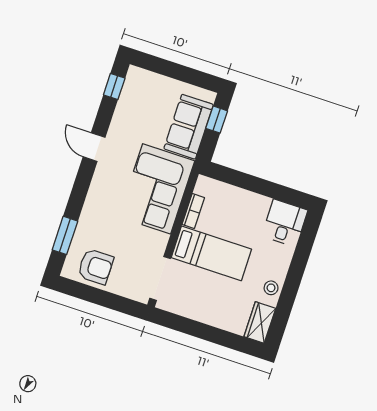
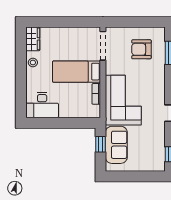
window: (217, 120) -> (100, 144), moved
desk: (285, 223) -> (42, 105), width x1.37
armchair: (96, 267) -> (141, 49), moved

